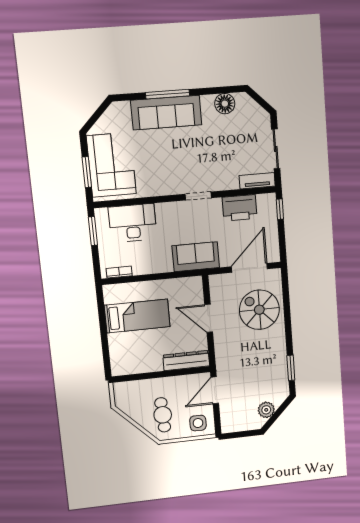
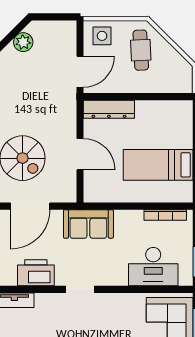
bookcase: (119, 272) -> (165, 215), width x1.56

